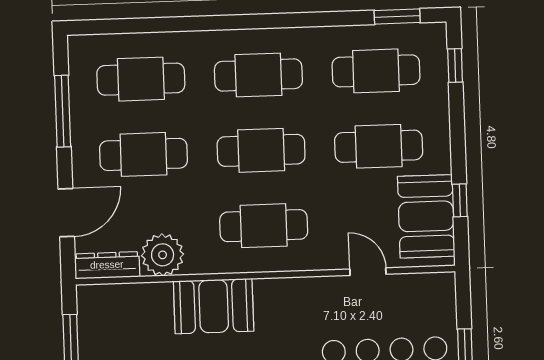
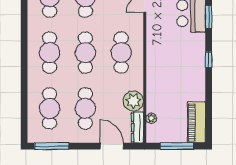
window: (63, 111) -> (52, 146), moved
plant: (128, 294) -> (151, 118), added
booth: (214, 306) -> (159, 78), removed

